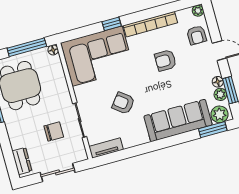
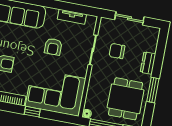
armchair: (123, 103) -> (53, 47), turned 52
tv unit: (106, 148) -> (72, 17), moved
dresser: (22, 161) -> (148, 63), moved

